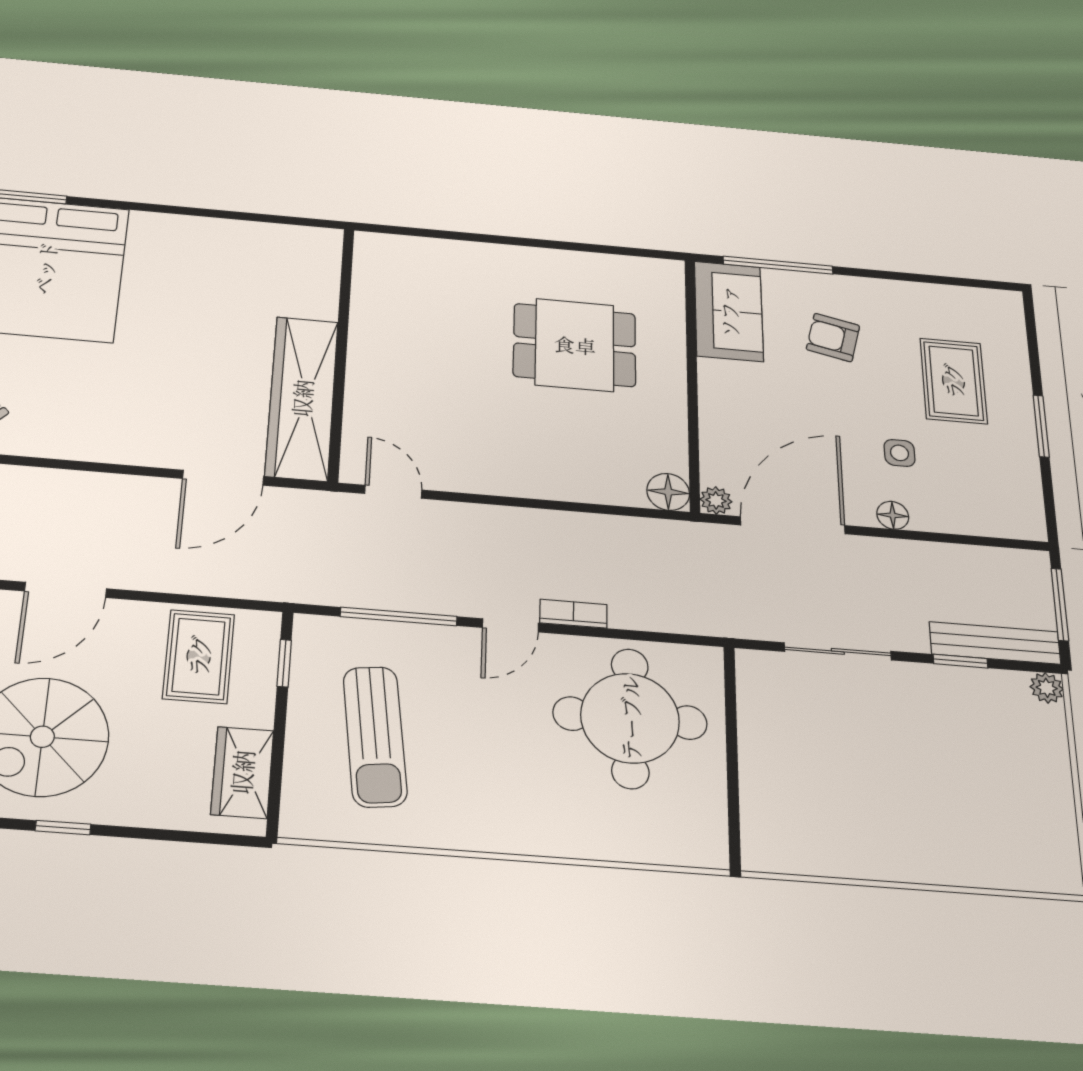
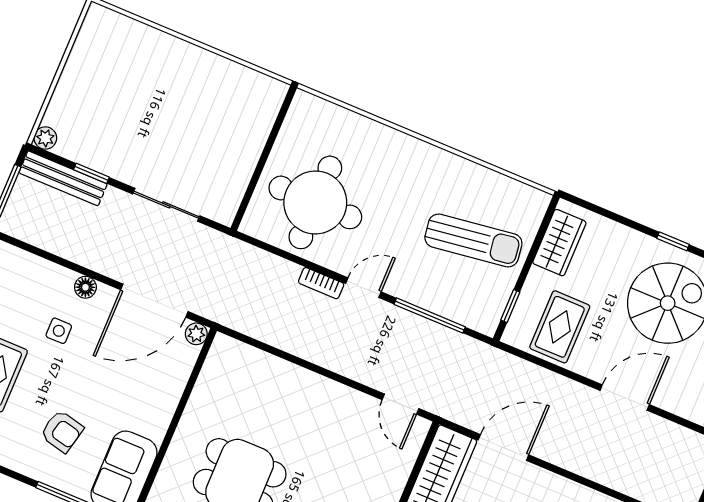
floor lamp: (668, 492) -> (225, 350), removed
sun lounger: (375, 736) -> (473, 240), turned 89

